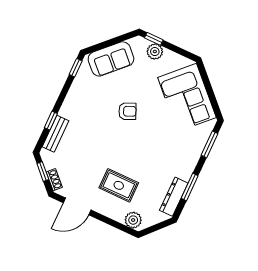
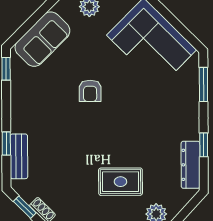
armchair: (127, 111) -> (90, 91), turned 114
window: (190, 187) -> (204, 145), width x0.67

